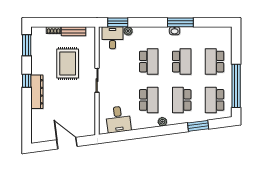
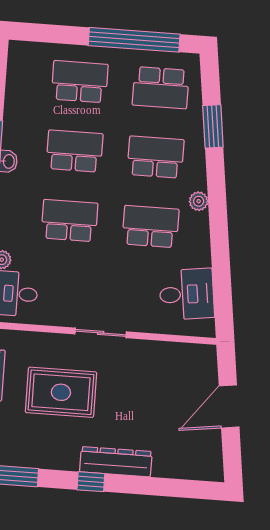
school desk: (215, 62) -> (80, 82), turned 180
school desk: (182, 100) -> (156, 157), turned 180

